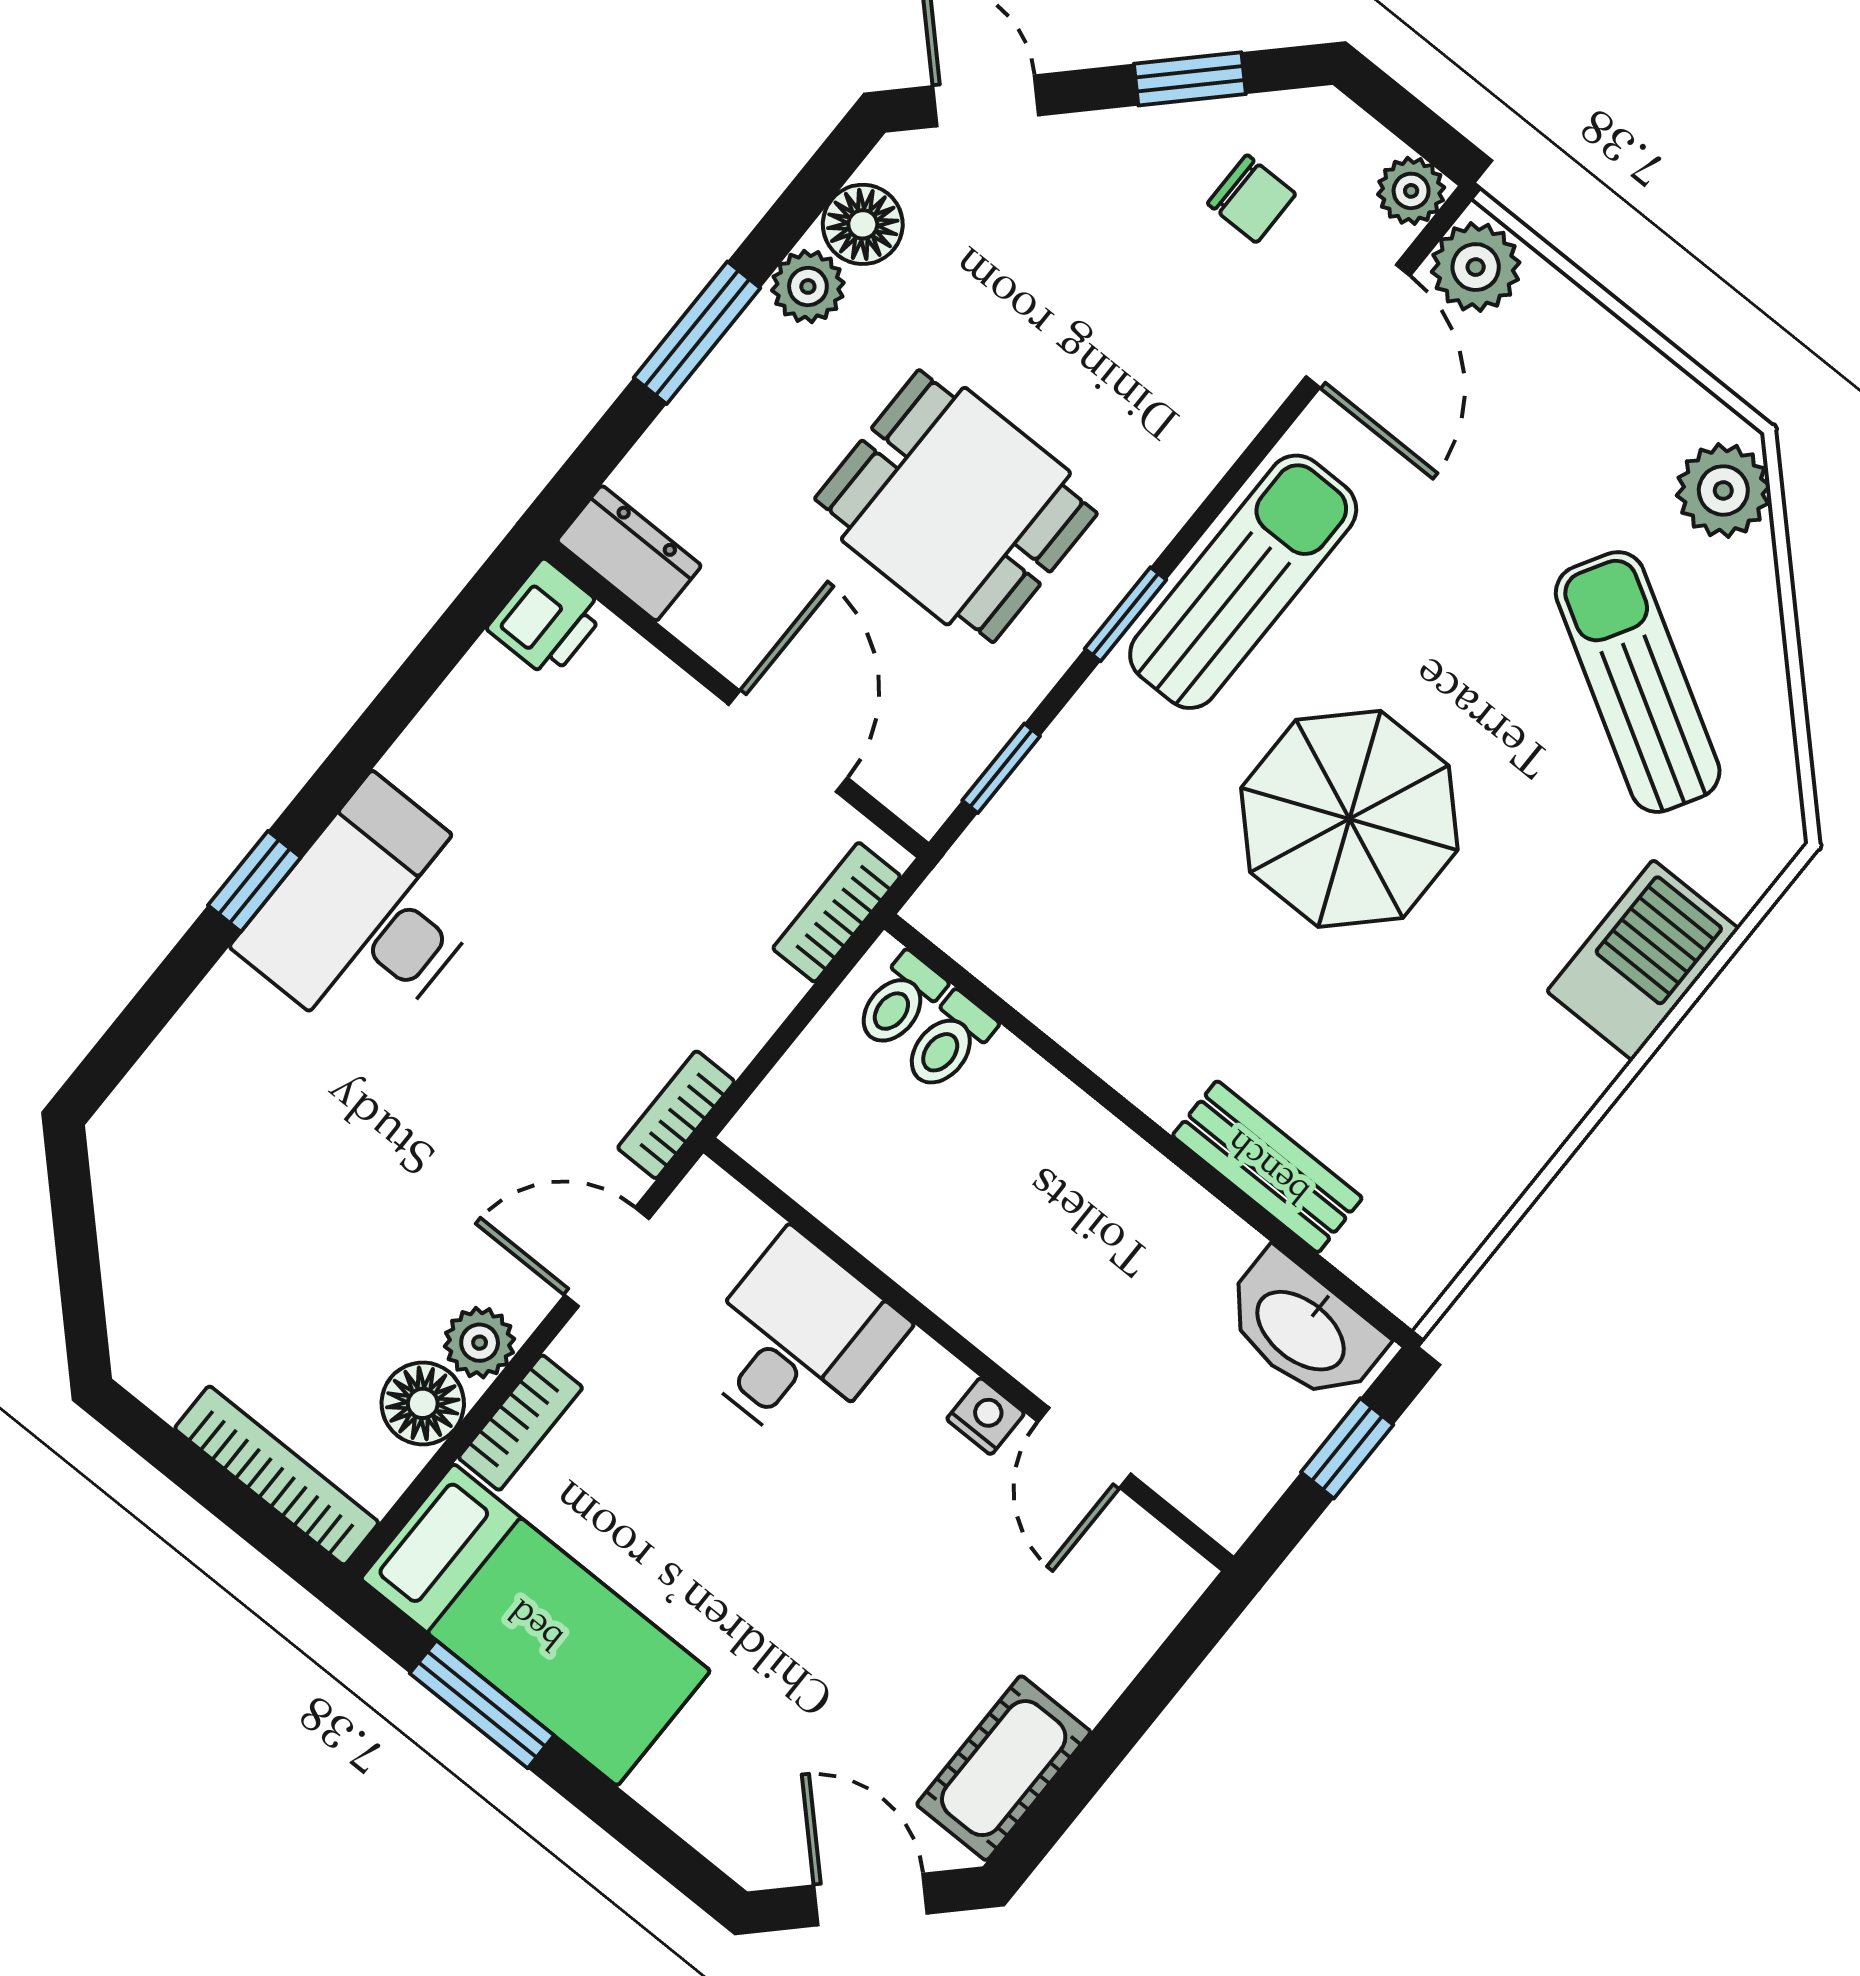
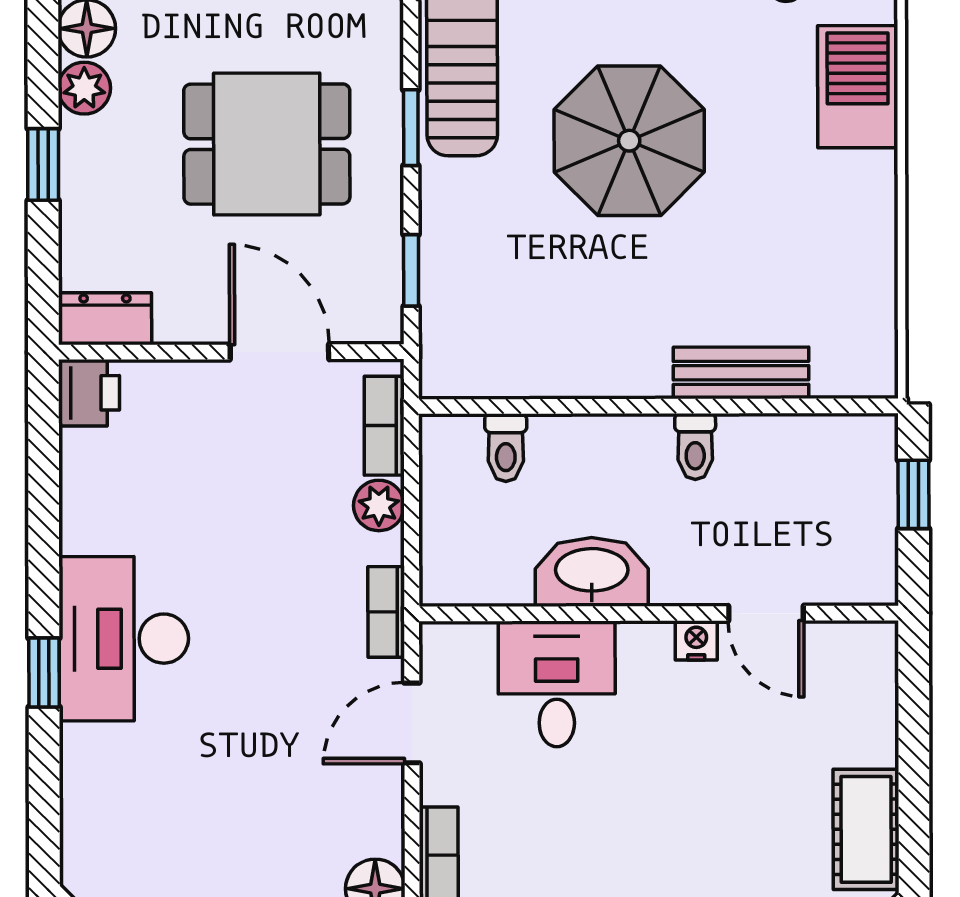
window: (697, 333) -> (43, 164), width x0.67
toilet: (899, 1001) -> (695, 447), moved
washbasin: (1302, 1328) -> (592, 572), moved, turned 180
plant: (480, 1343) -> (379, 505), moved

